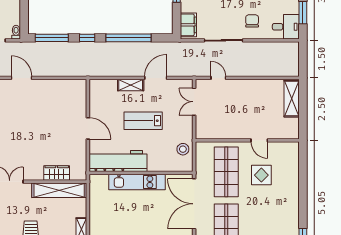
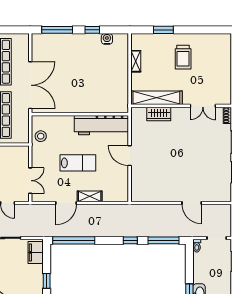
window: (129, 38) -> (74, 240), moved
kitchen unit: (137, 182) -> (84, 106), removed

